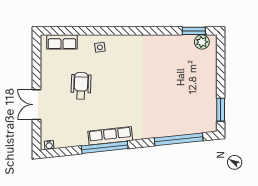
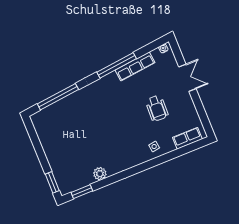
plant: (202, 42) -> (100, 174), moved
window: (221, 110) -> (52, 182), moved
row of seats: (110, 136) -> (135, 66), moved

